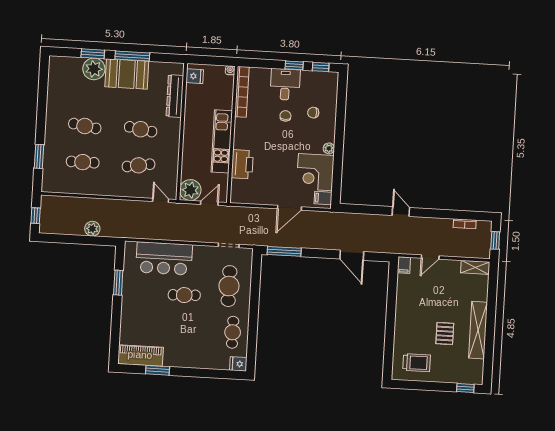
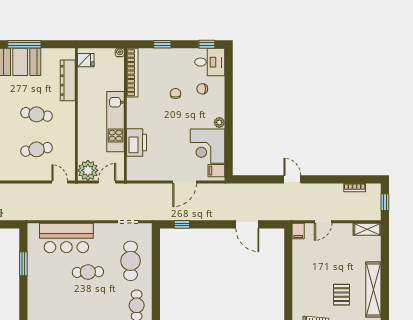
window: (294, 65) -> (162, 44), moved
desk: (285, 84) -> (210, 62), moved, turned 90
window: (284, 251) -> (182, 224), width x0.46

